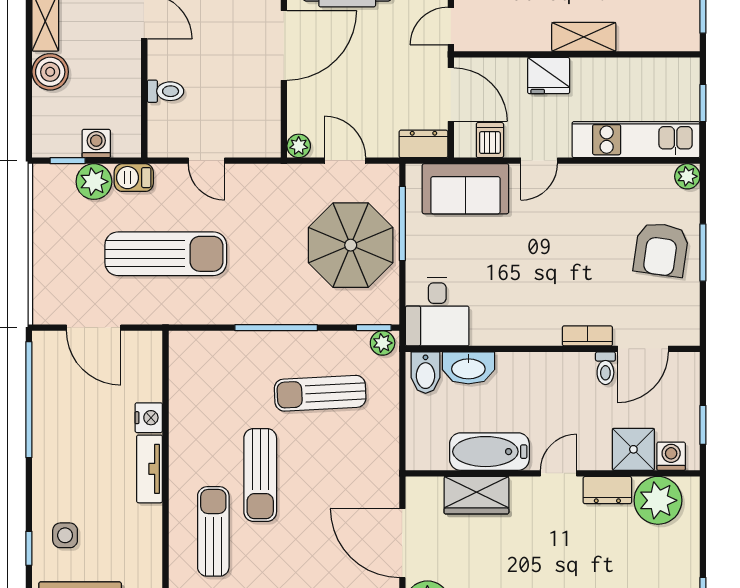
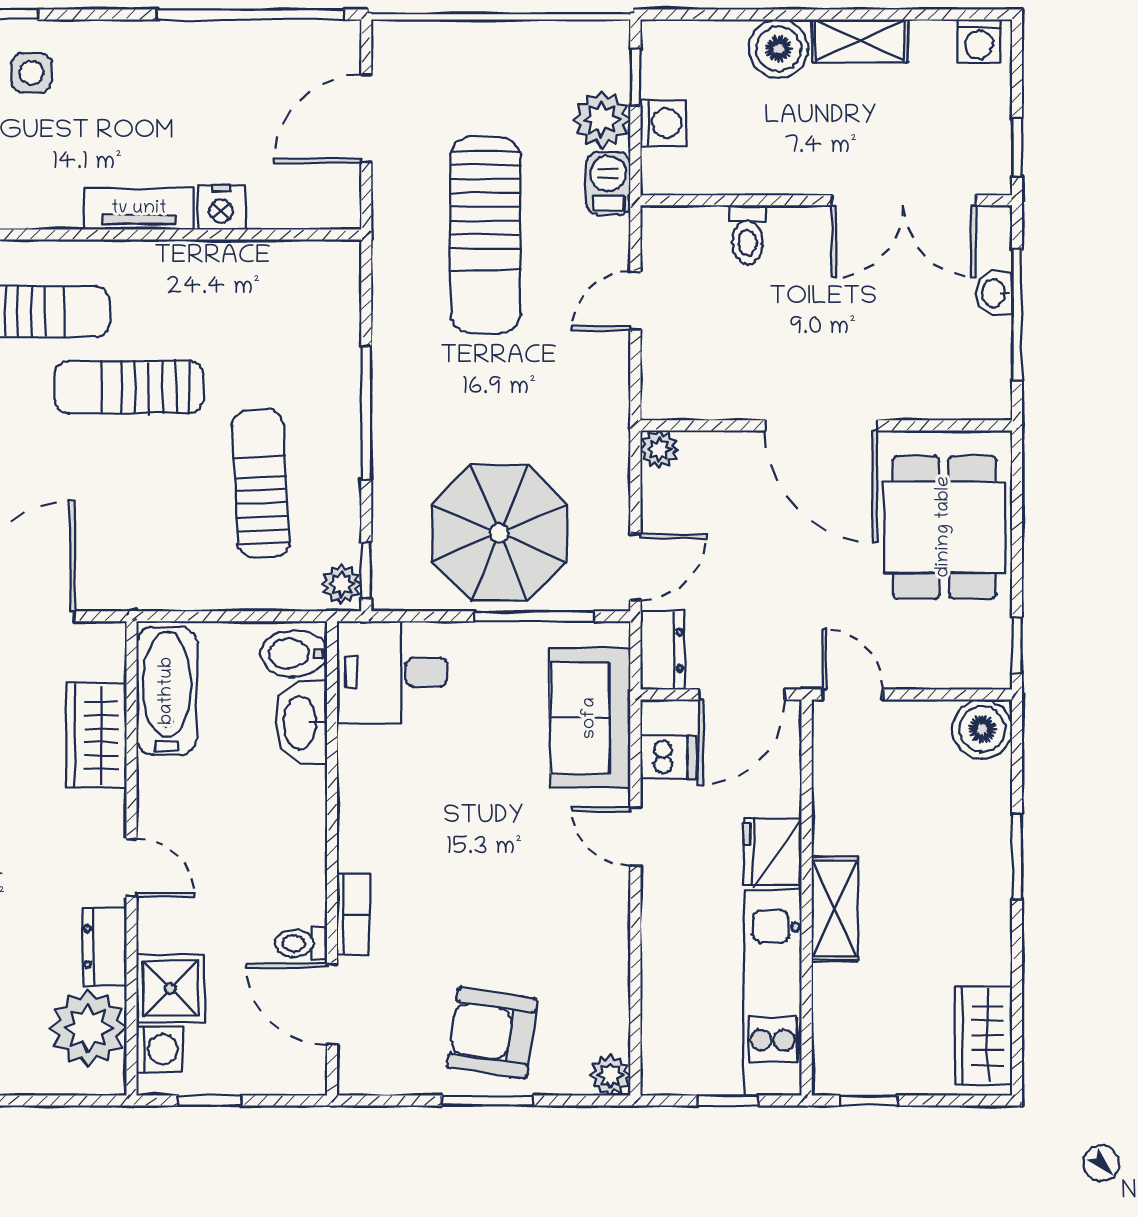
kitchen unit: (636, 140) -> (773, 993), moved, turned 180
door: (345, 161) -> (635, 567), moved
bathtub: (489, 452) -> (167, 691), moved

